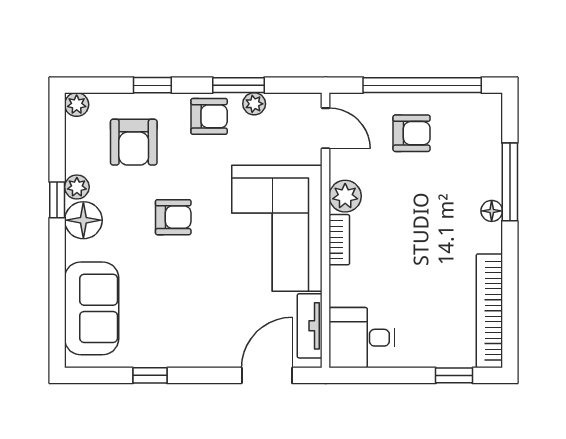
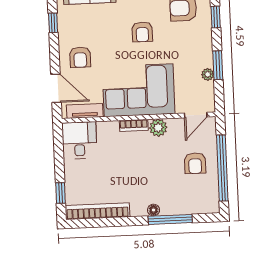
armchair: (209, 116) -> (80, 57), moved

